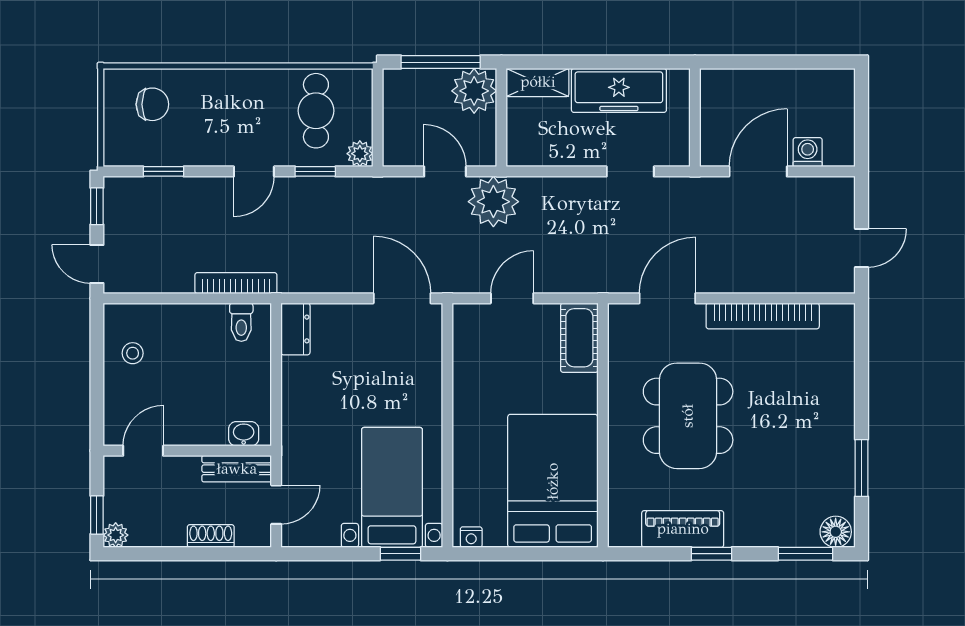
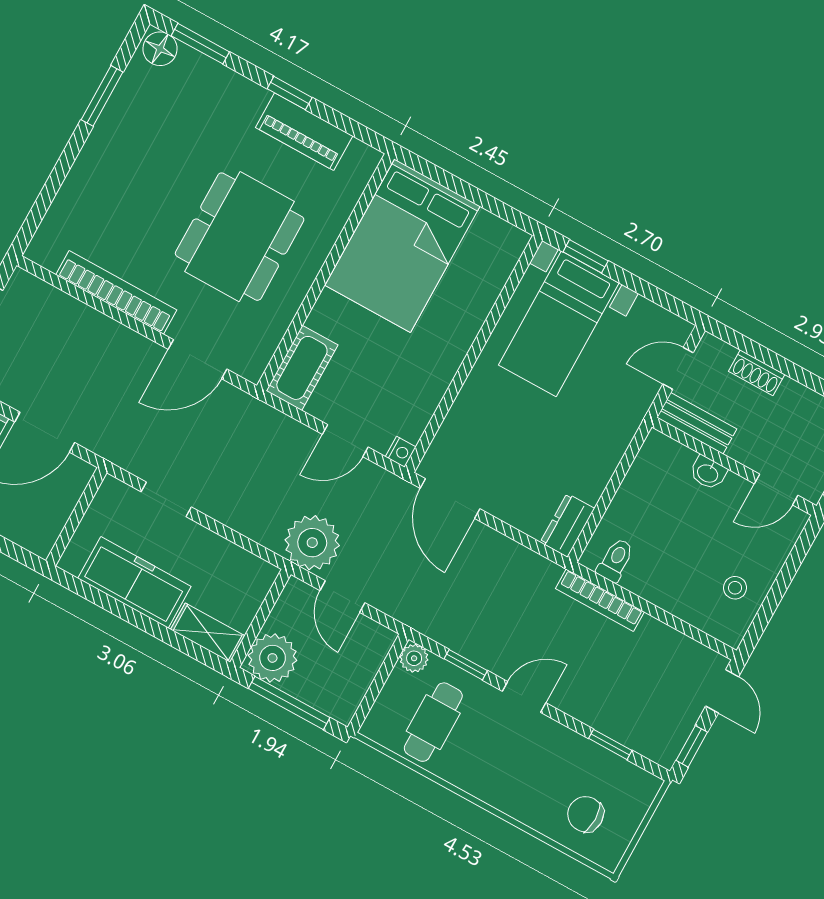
washbasin: (244, 434) -> (708, 473), moved
nightstand: (471, 537) -> (401, 452), moved, turned 90

